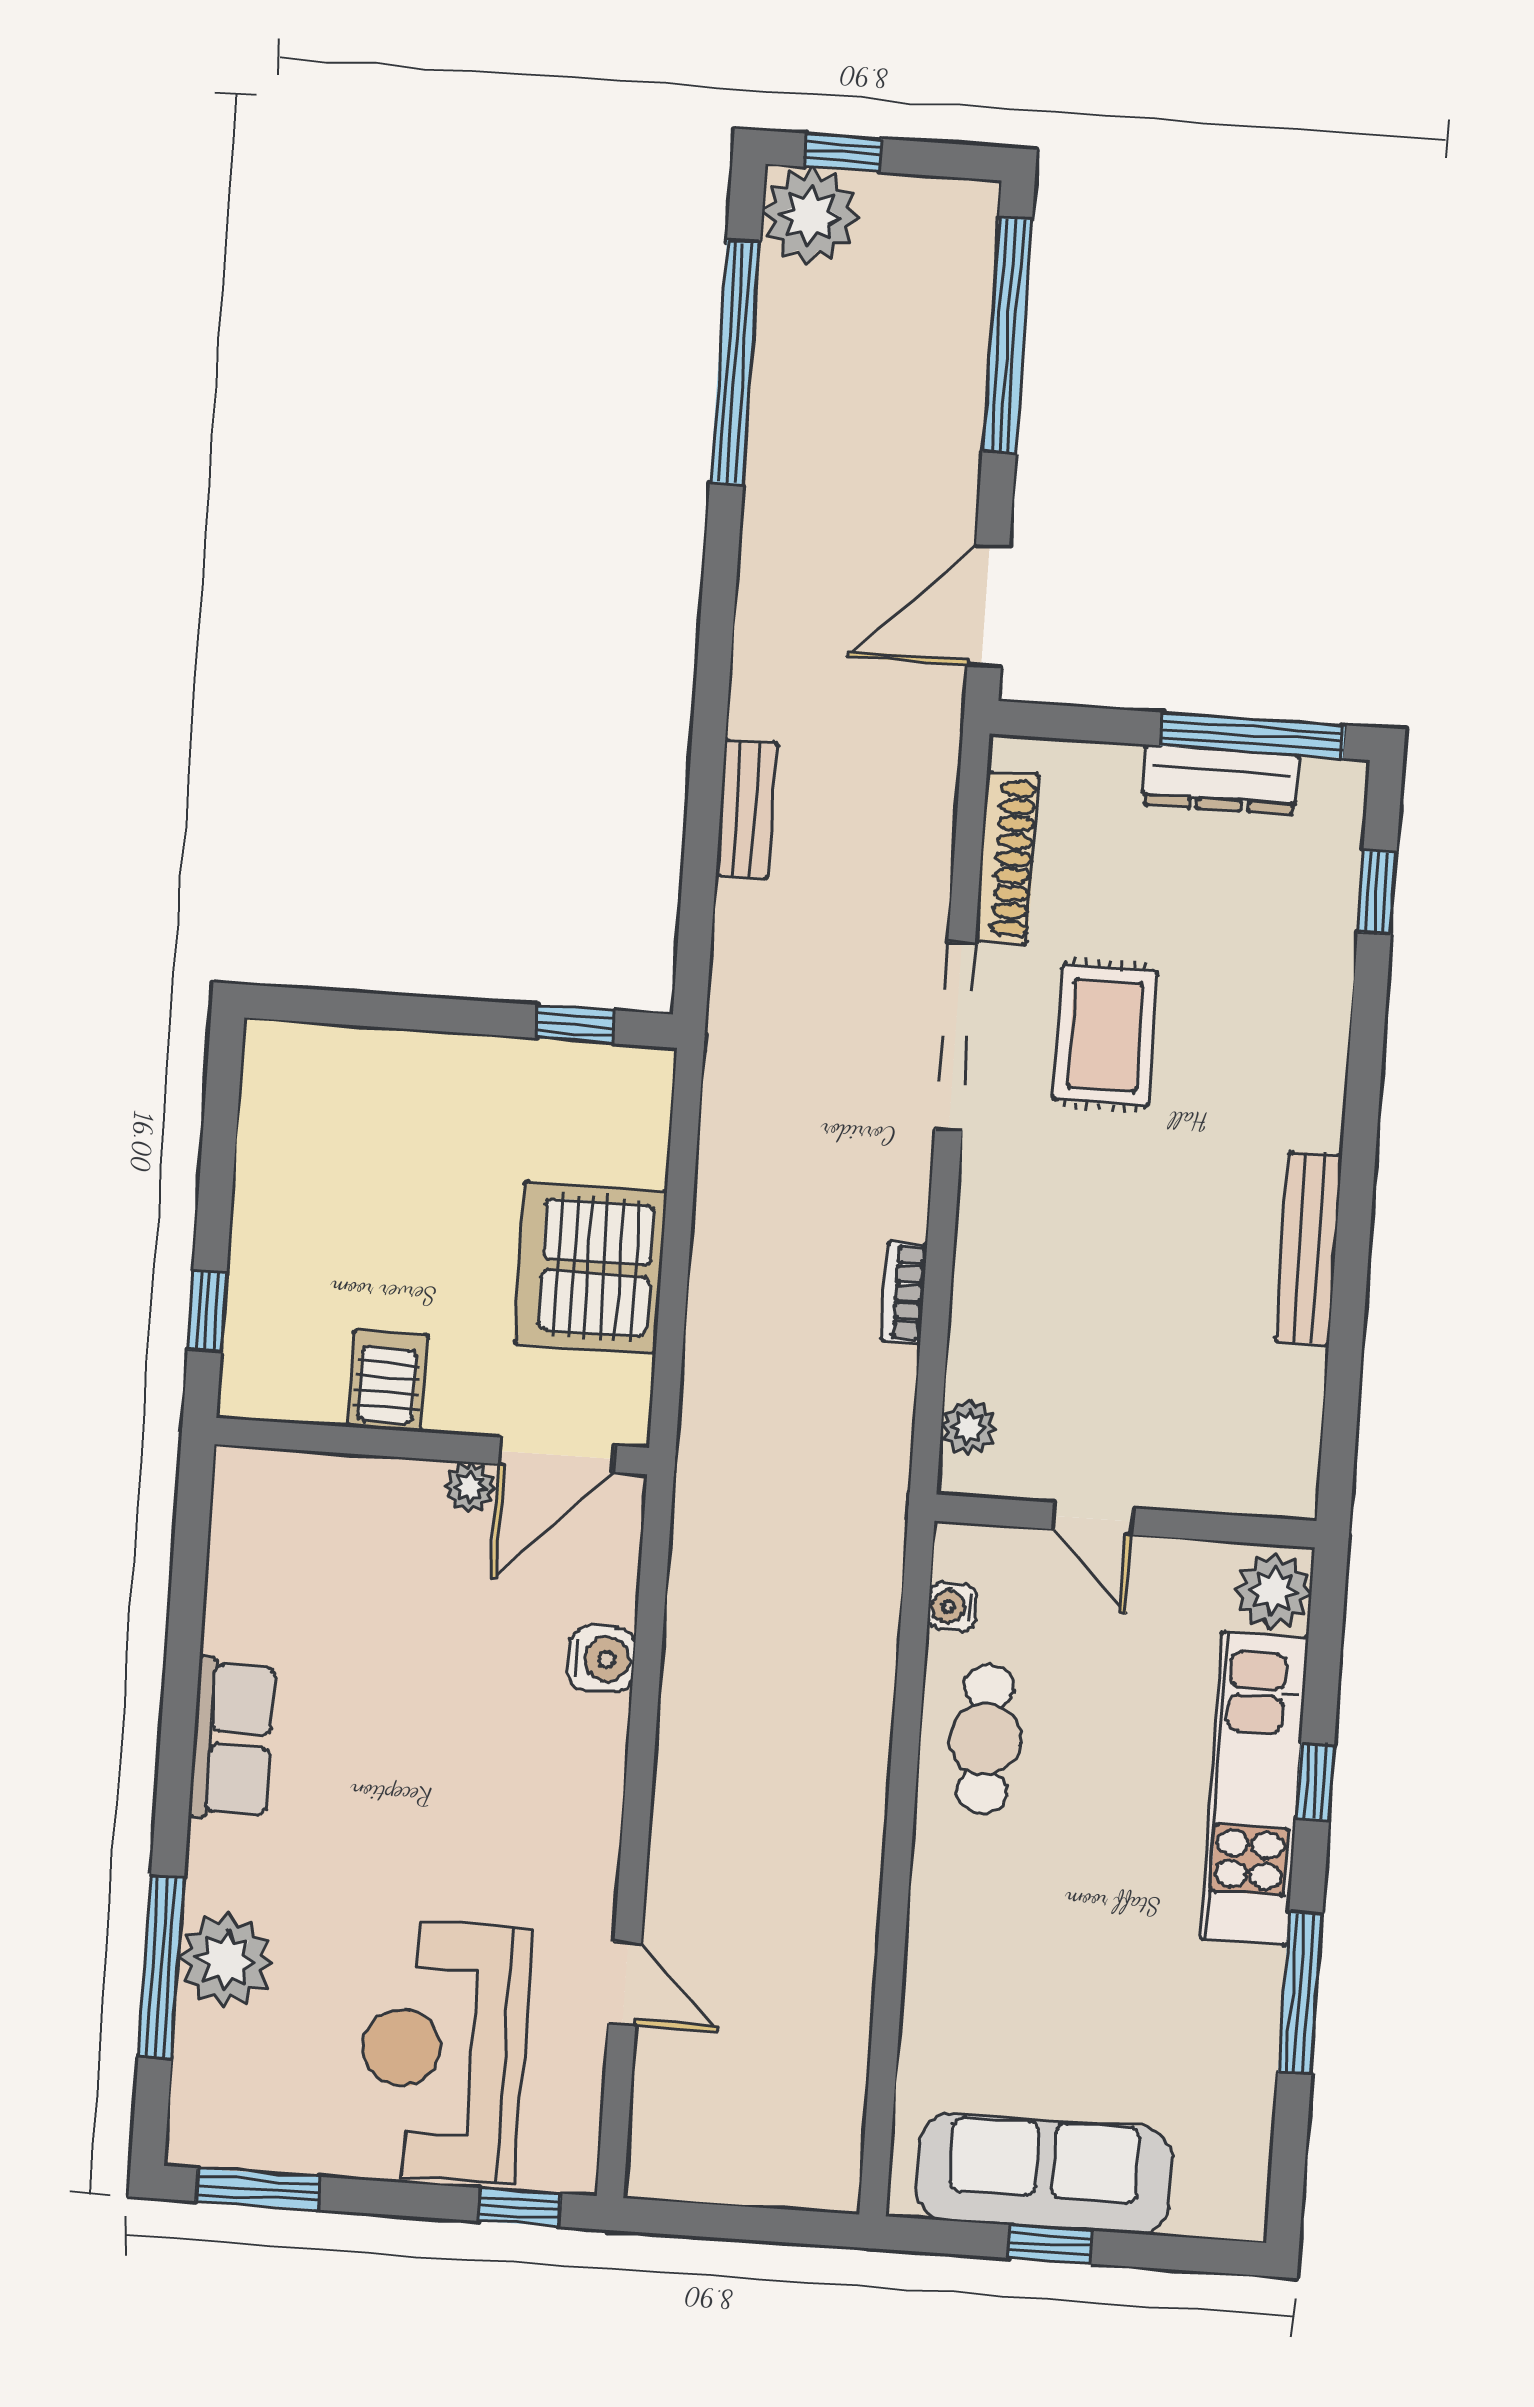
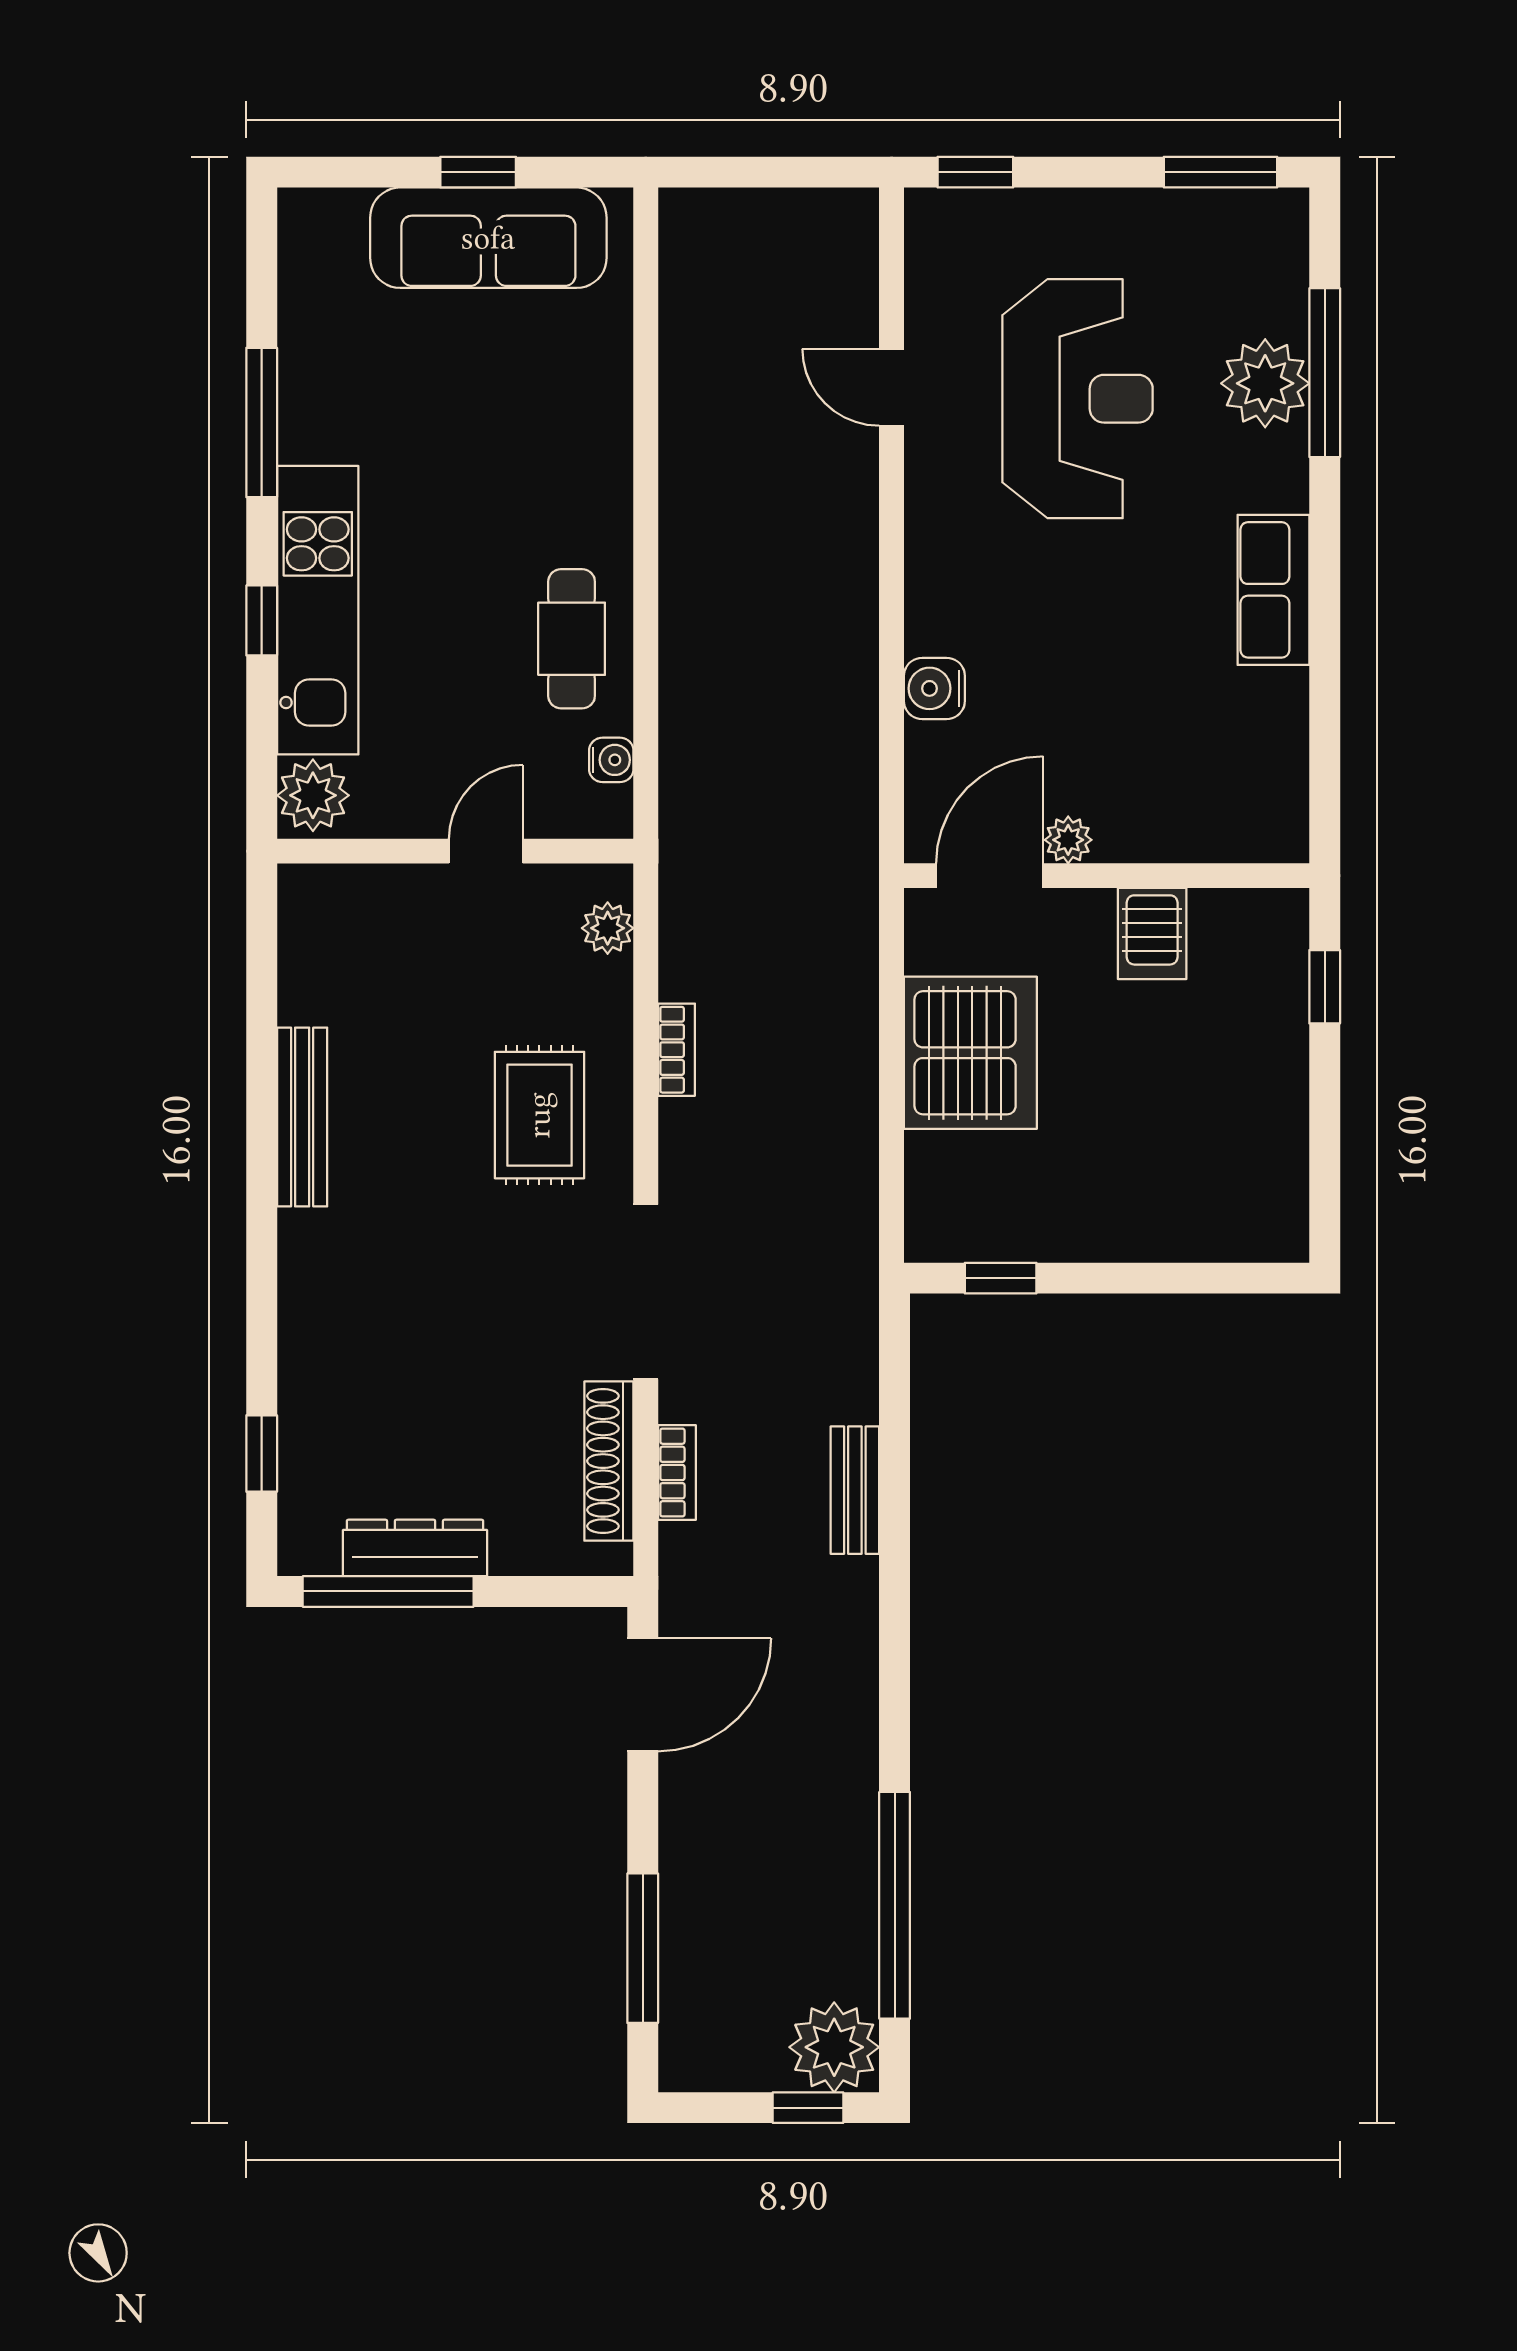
window: (1007, 335) -> (643, 1948), width x0.68
bookcase: (935, 841) -> (677, 1472), added
rug: (1105, 1035) -> (539, 1115), moved
door: (1093, 1519) -> (486, 851), hinge flipped
reception desk: (443, 2051) -> (1078, 399), moved

